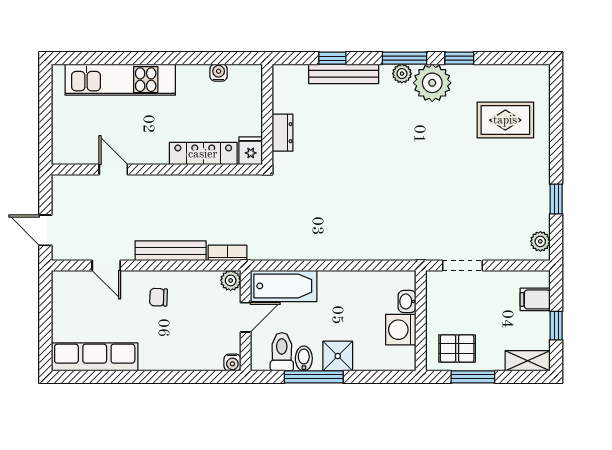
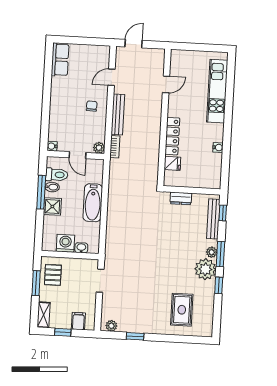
wall: (267, 114) -> (192, 190), moved
dresser: (282, 133) -> (181, 198), moved
bathtub: (284, 286) -> (93, 203), moved
row of seats: (95, 357) -> (60, 60), width x0.68

